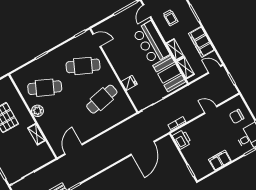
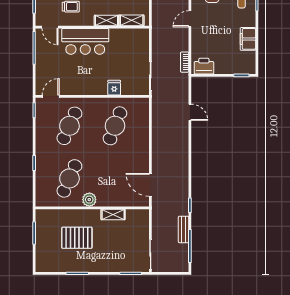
booth: (169, 74) -> (128, 41), removed
cafe table: (102, 99) -> (115, 126), turned 33
door: (143, 148) -> (190, 112), width x0.53

